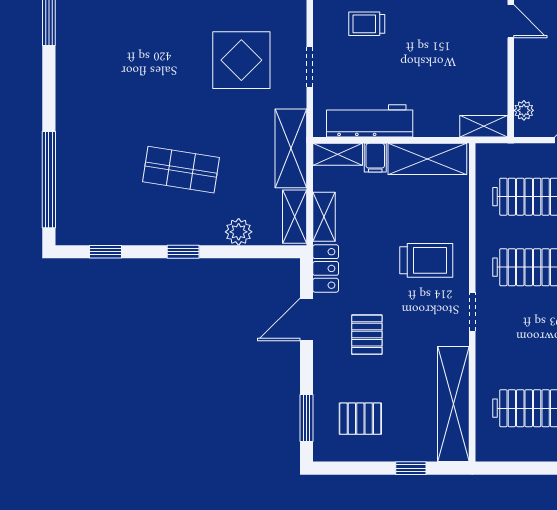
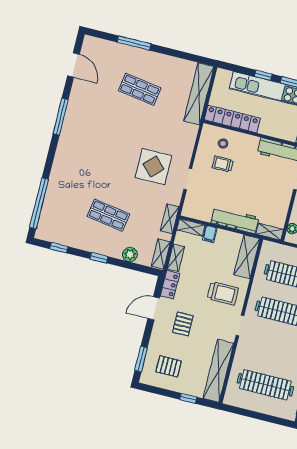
workbench: (370, 121) -> (235, 220), moved
shelving: (291, 148) -> (170, 219), width x0.67, depth x0.75
shelving: (427, 159) -> (247, 257), moved, turned 90

